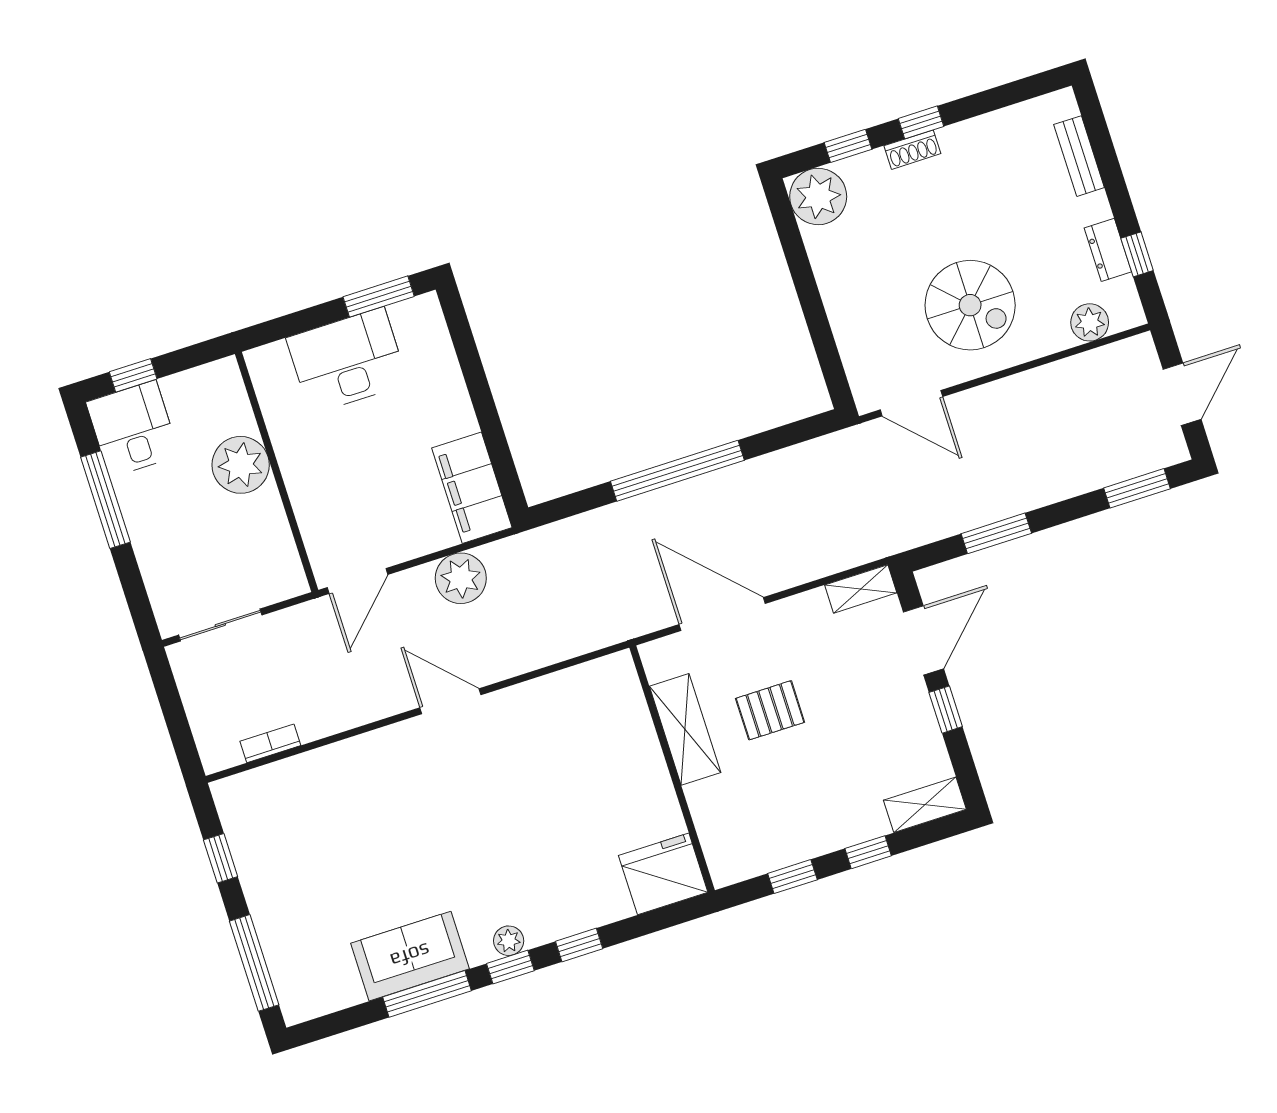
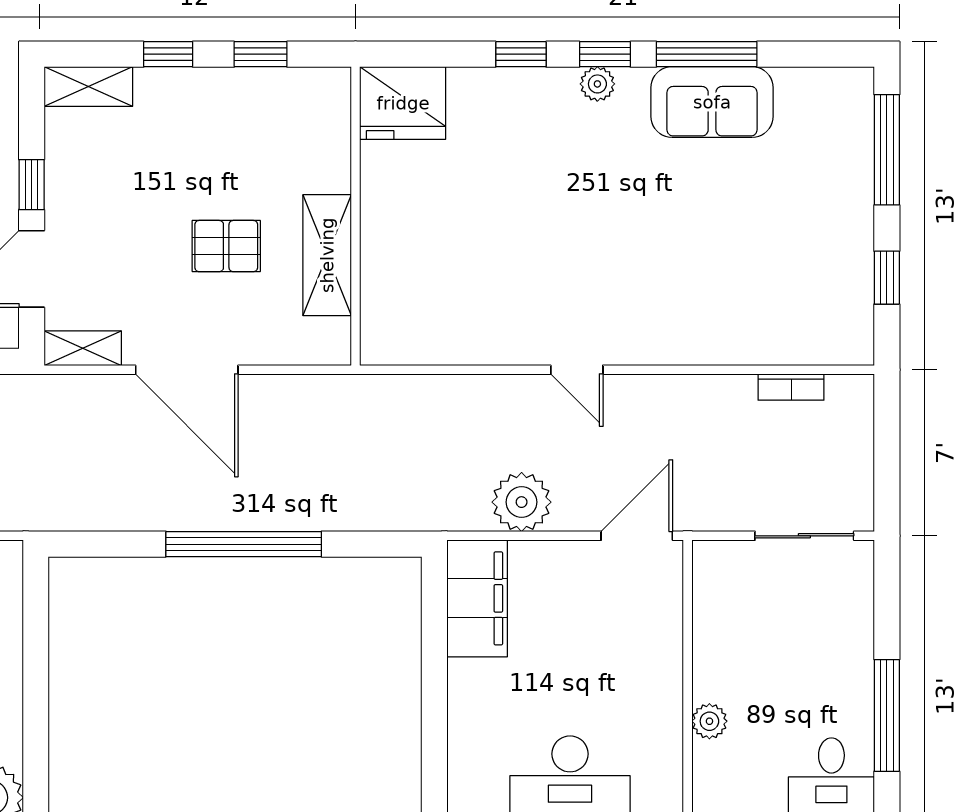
plant: (241, 465) -> (709, 721), width x0.53, depth x0.53
door: (722, 614) -> (187, 370), moved
door: (450, 701) -> (577, 370), width x0.73

